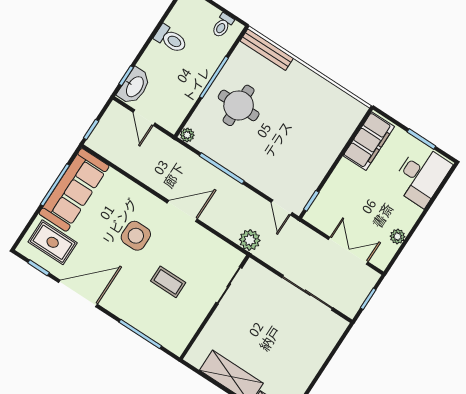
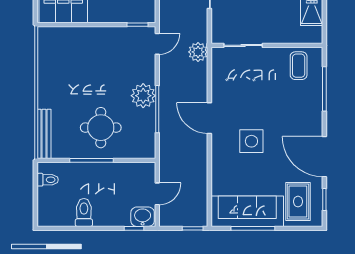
washbasin: (134, 86) -> (143, 217), width x0.72
plant: (187, 135) -> (143, 96), moved, width x1.88, depth x1.88
coffee table: (168, 282) -> (299, 66), moved

